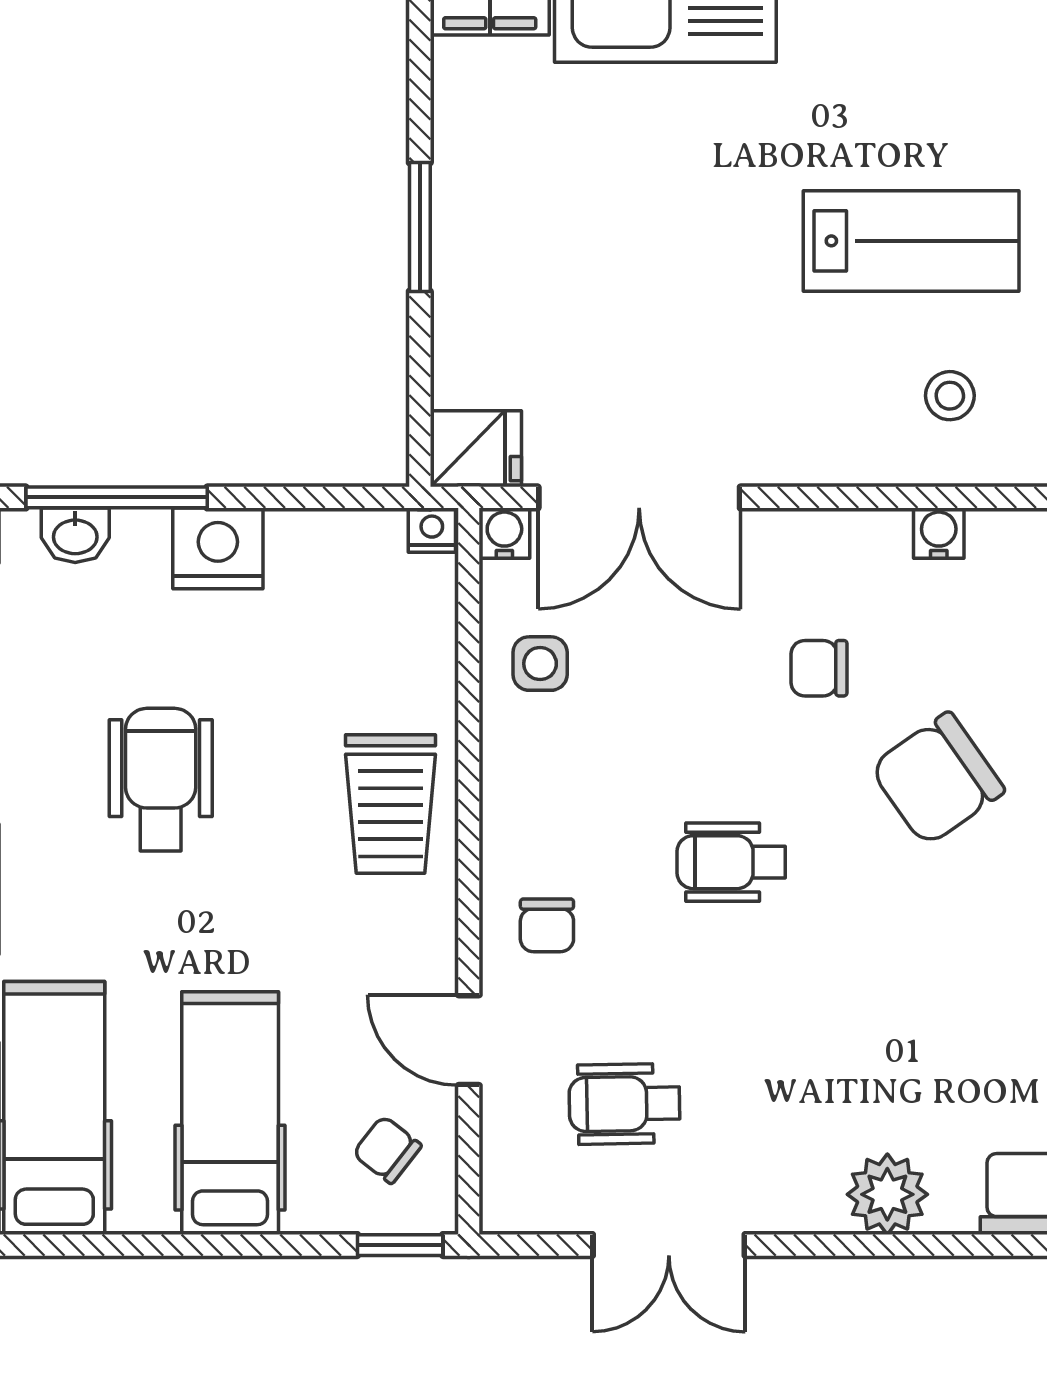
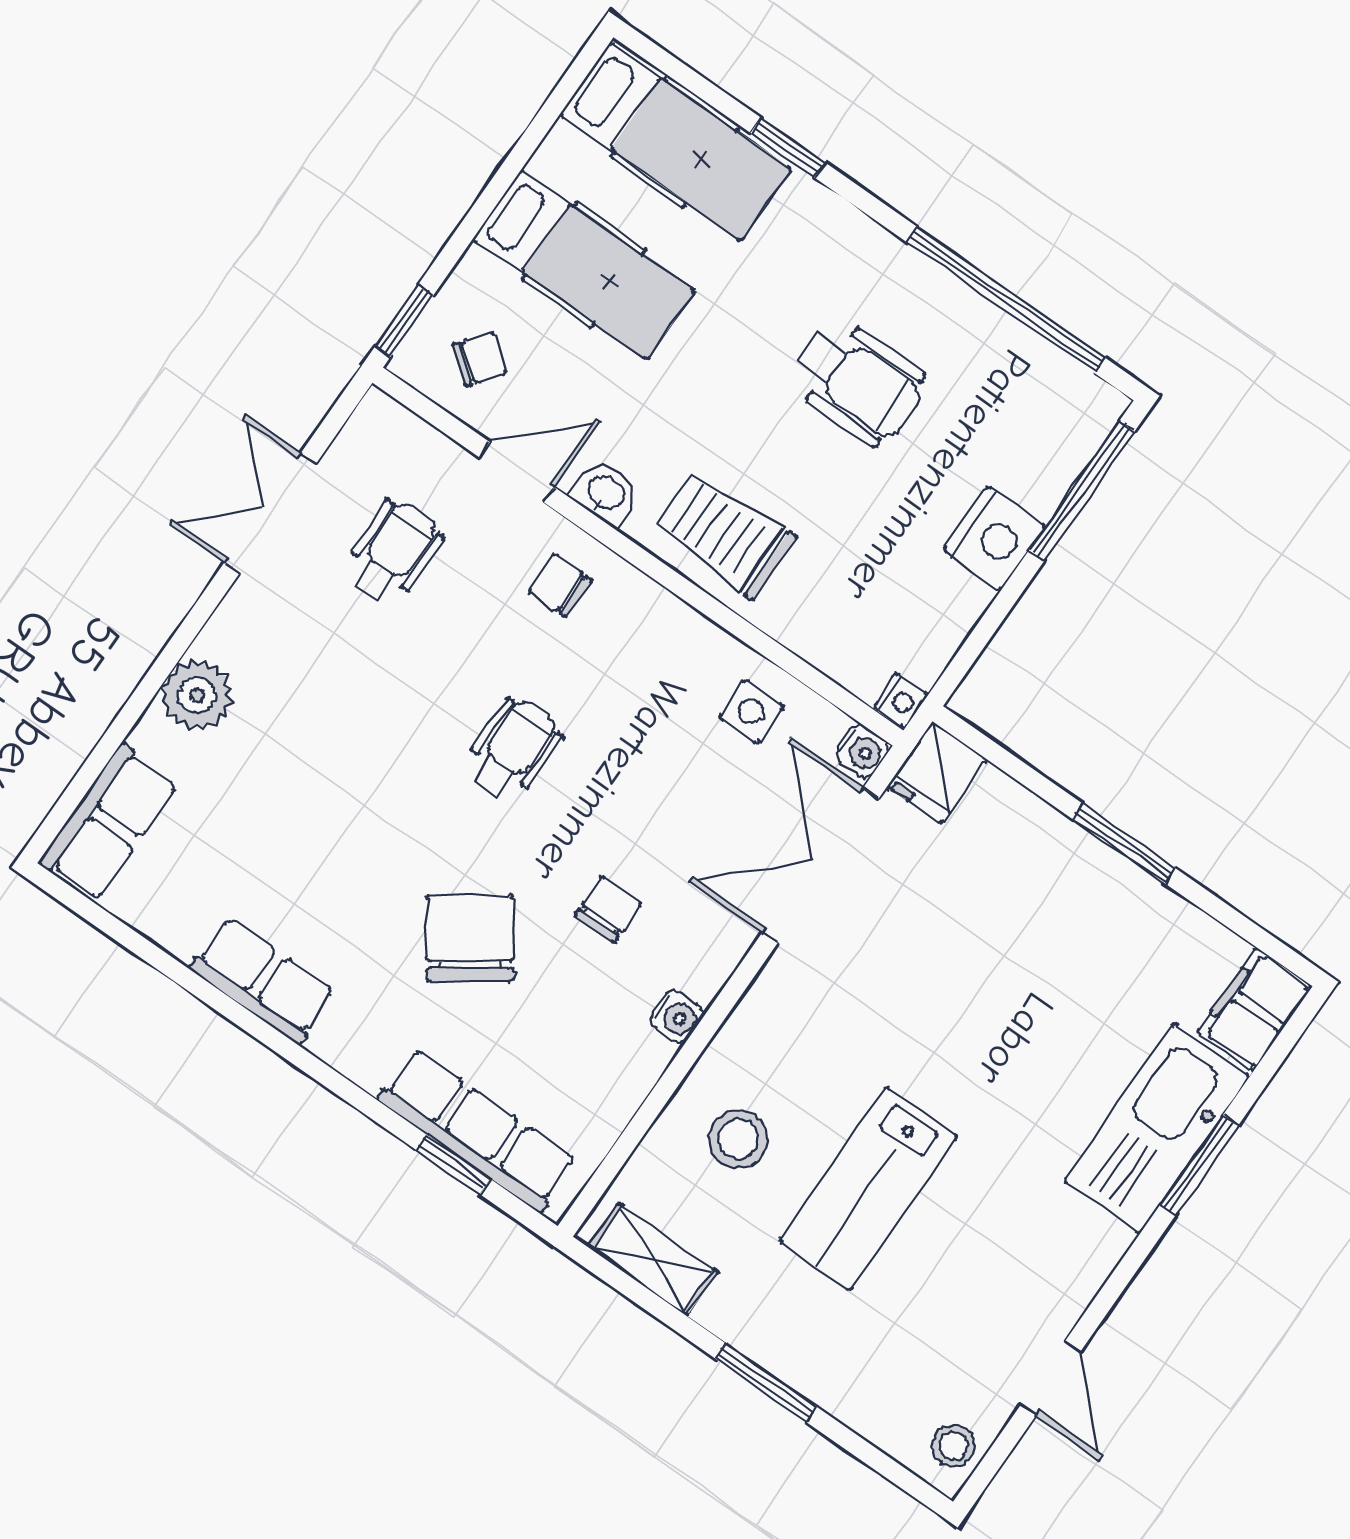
stool: (950, 396) -> (738, 1139), width x1.37, depth x1.37
water cooler: (939, 533) -> (677, 1017), moved
washbasin: (75, 535) -> (605, 493), moved, turned 90

